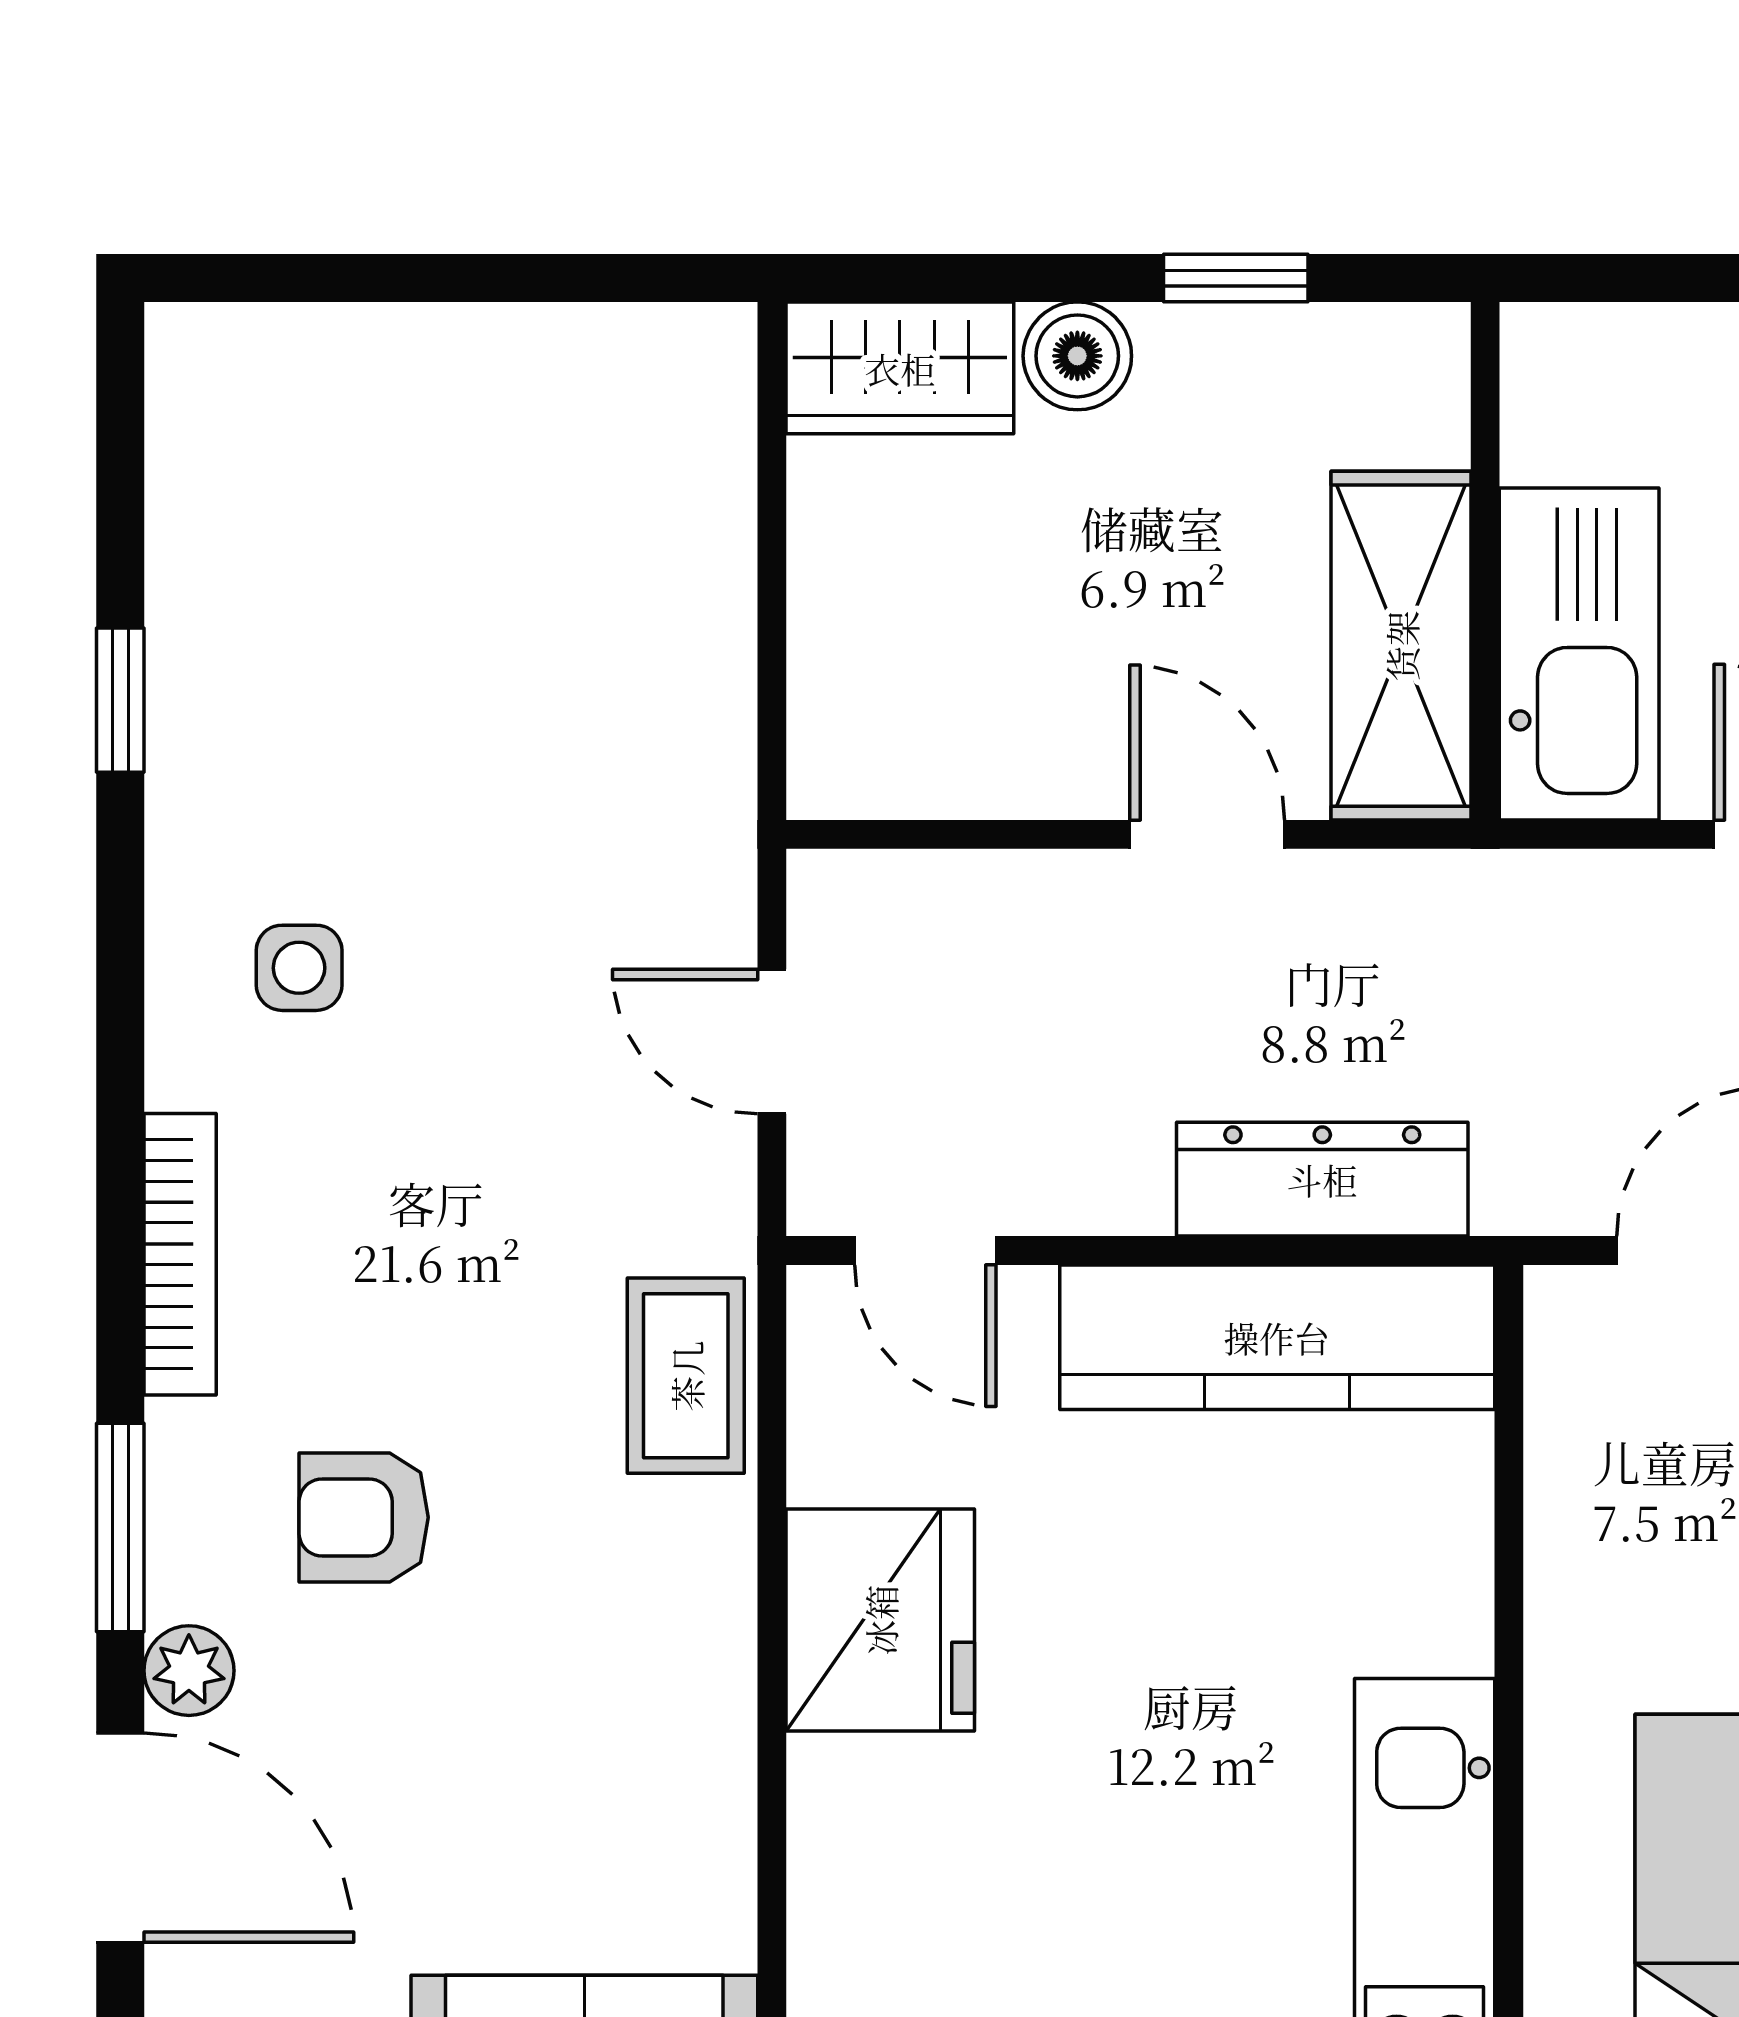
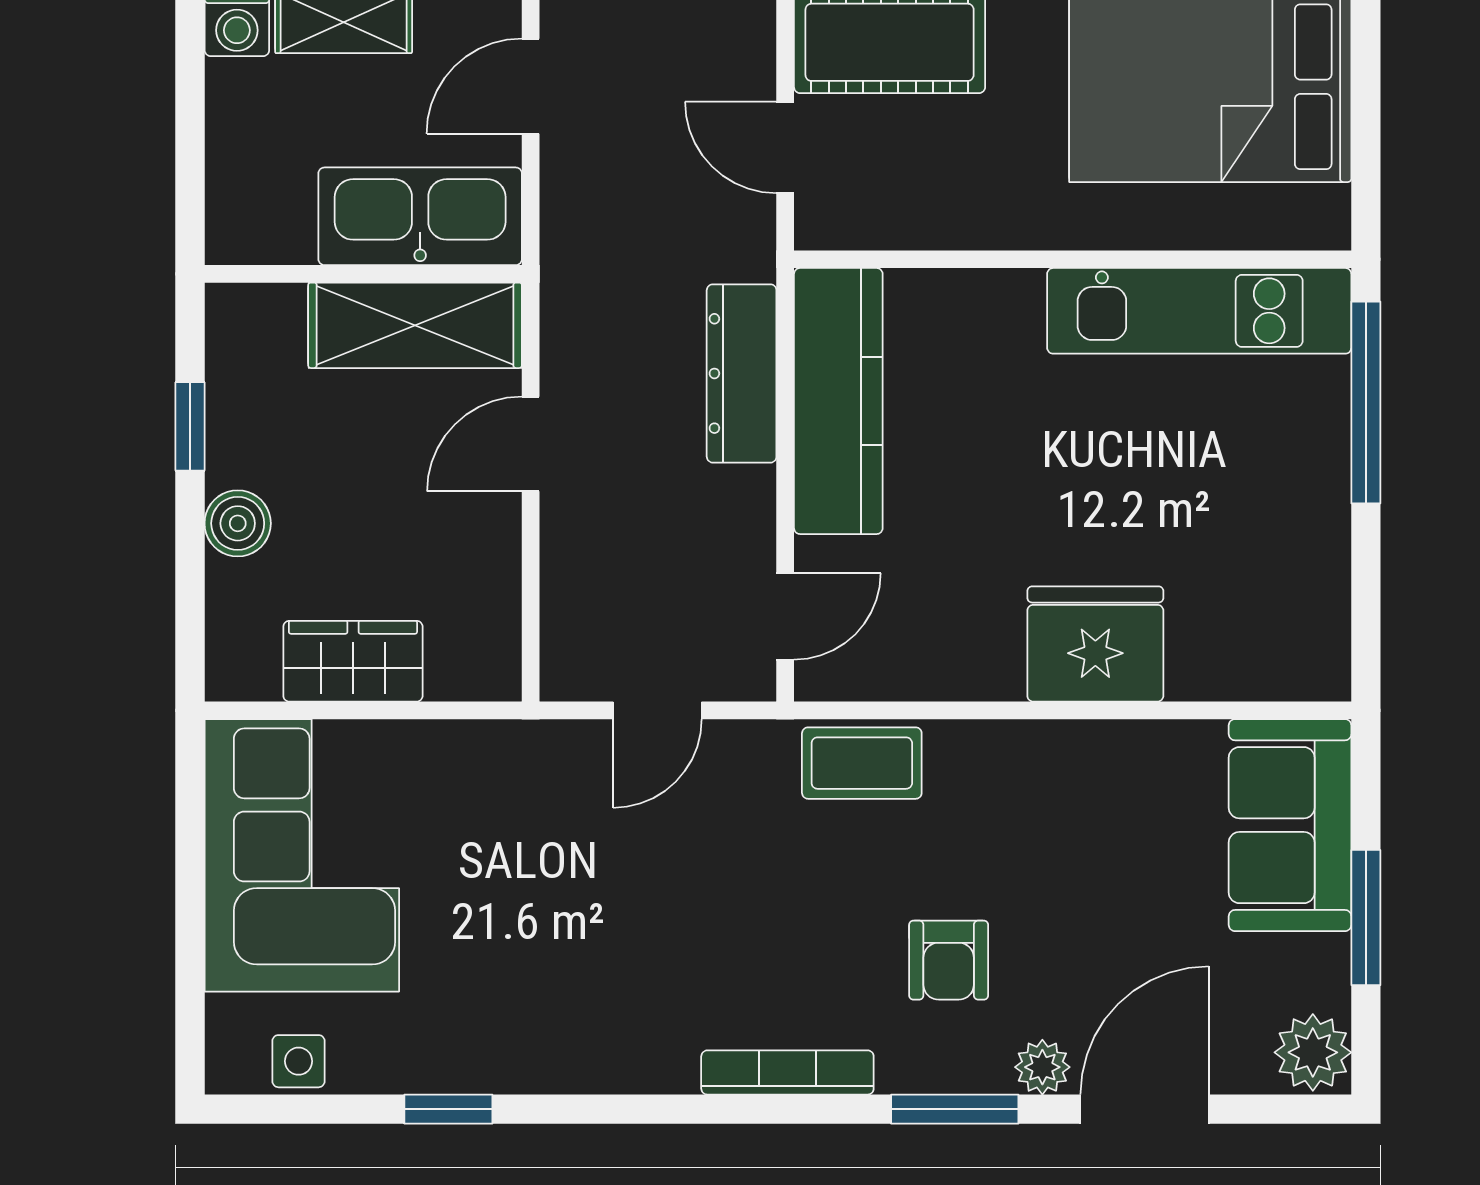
wardrobe: (900, 368) -> (353, 661), moved, turned -90
corner sofa: (535, 461) -> (302, 855), added
side table: (299, 968) -> (299, 1061), moved
fridge: (880, 1620) -> (1095, 644), moved

